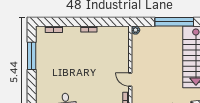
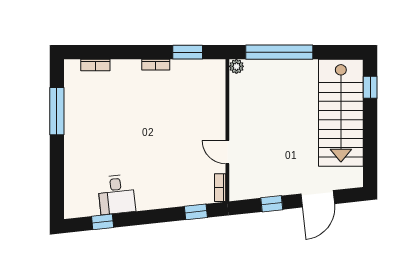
window: (107, 22) -> (188, 52), added
window: (174, 22) -> (279, 52), moved

